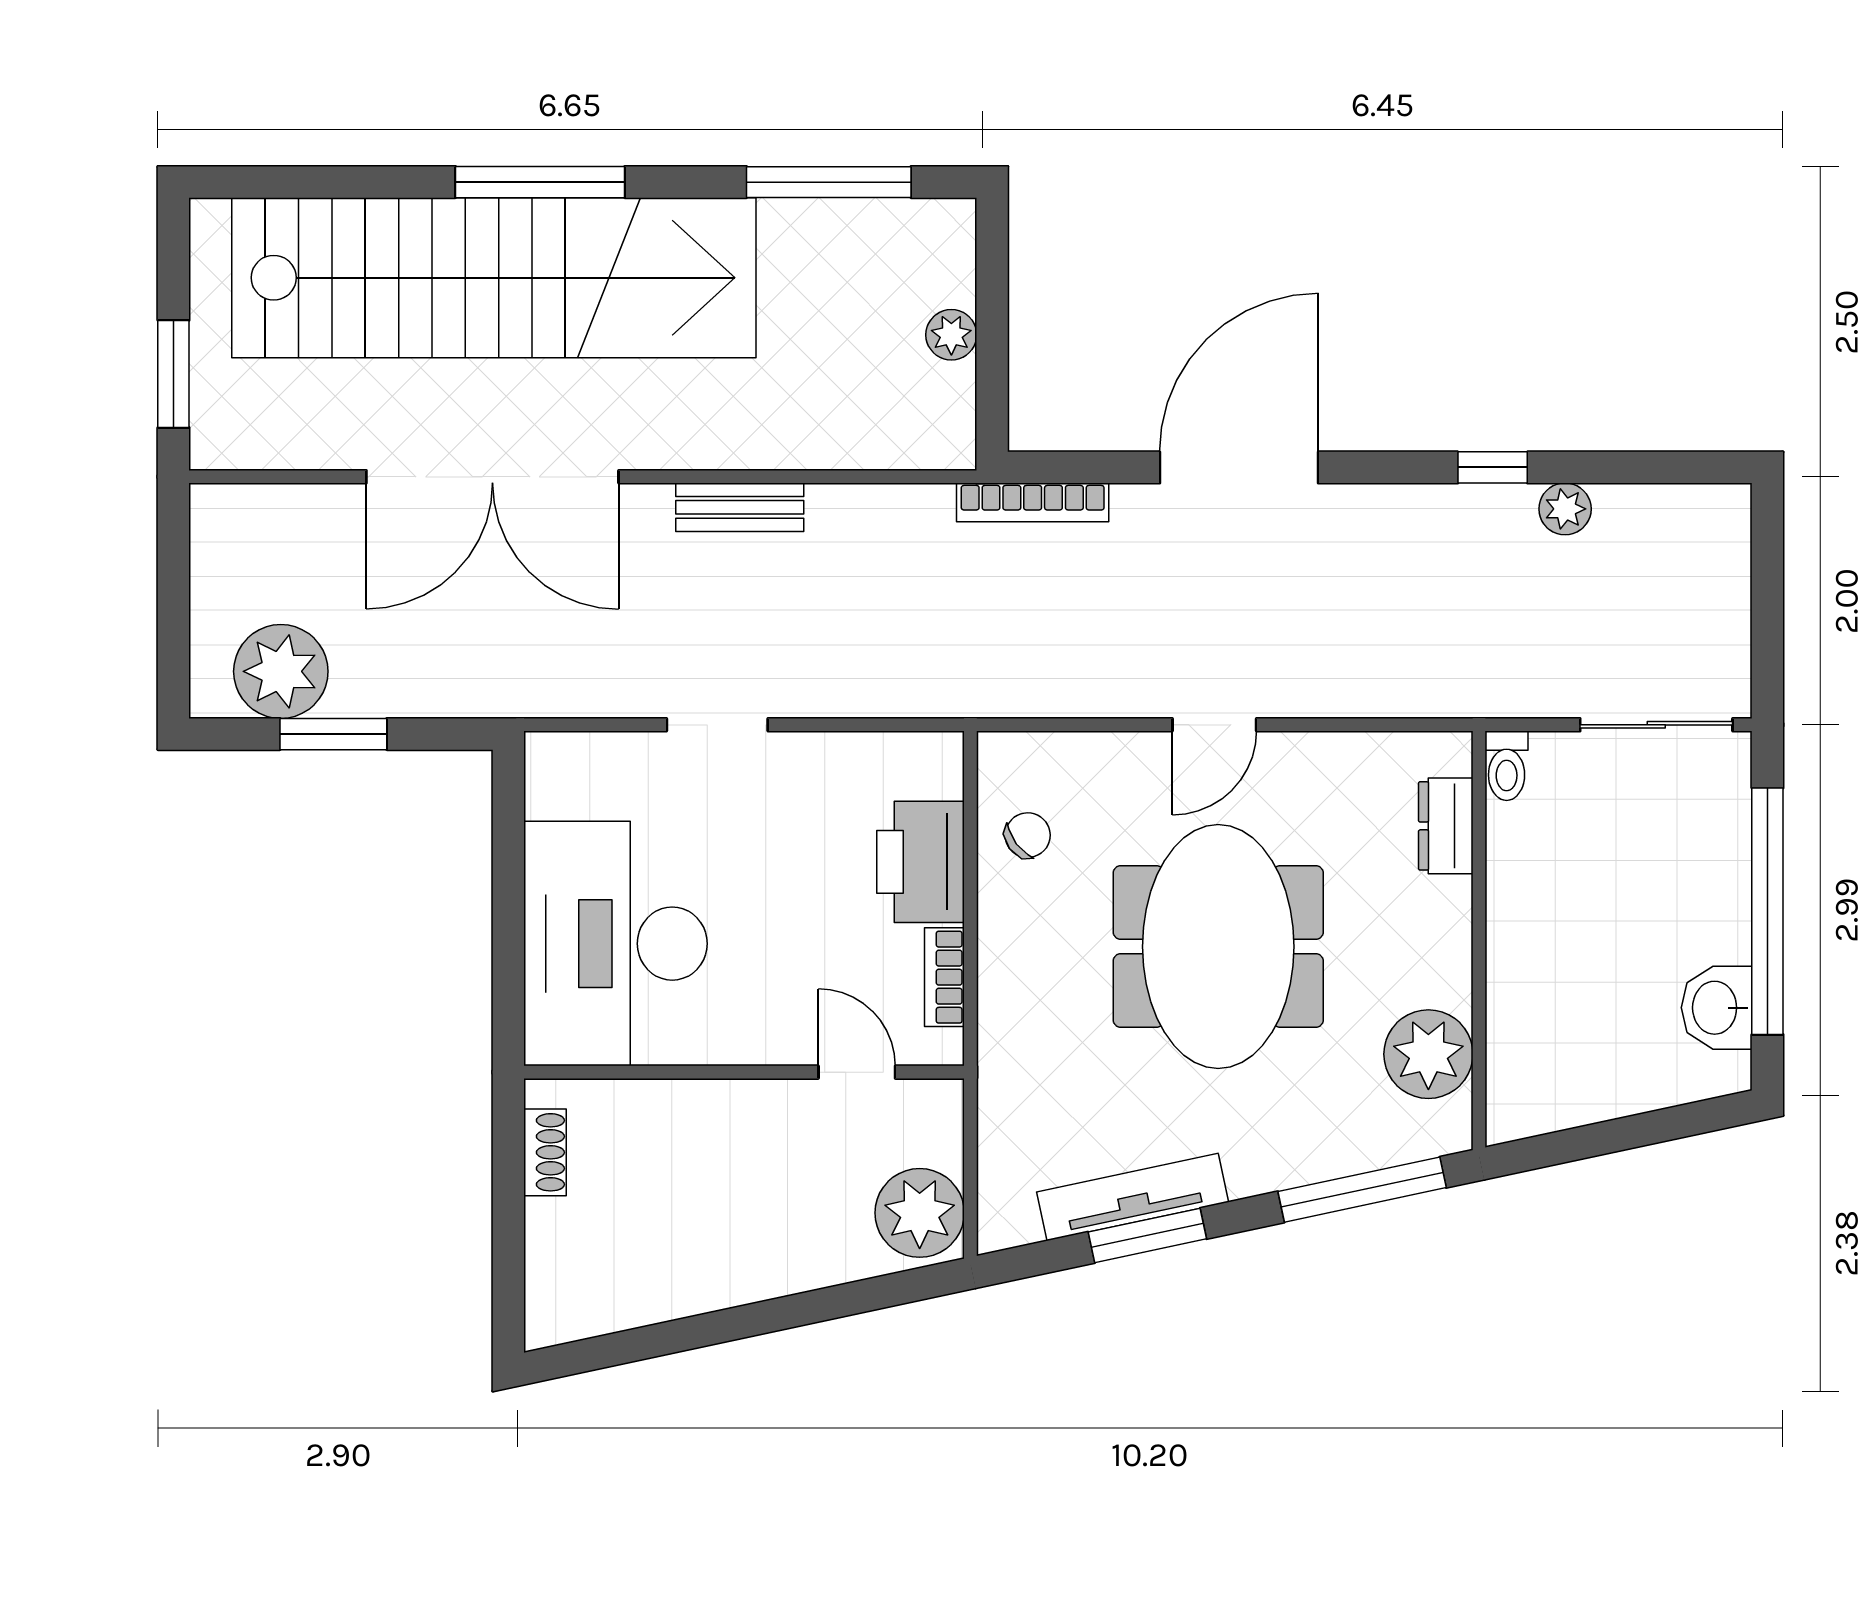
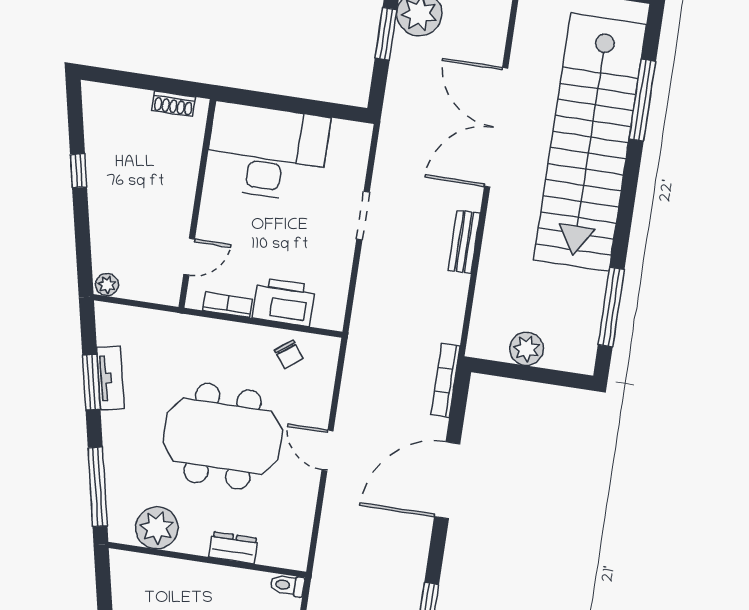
window: (540, 182) -> (642, 100), moved
plant: (951, 335) -> (527, 349), width x1.38, depth x1.38
door: (1239, 467) -> (447, 480), swing flipped
dresser: (1446, 826) -> (233, 548), moved
tv unit: (1133, 1197) -> (110, 378), width x0.71
plant: (920, 1213) -> (107, 285), width x0.53, depth x0.53
window: (713, 1328) -> (79, 171), added

